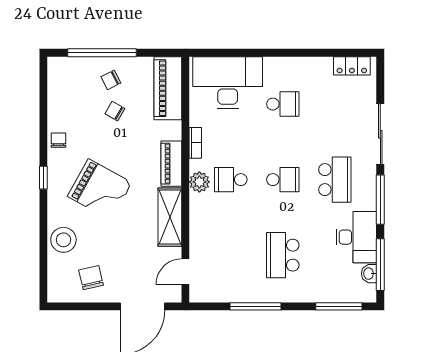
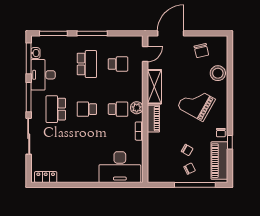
piano: (168, 88) -> (219, 161), moved, turned 180
school desk: (283, 104) -> (118, 64), moved, turned 180
window: (43, 178) -> (230, 142), moved
window: (256, 306) -> (92, 33), moved

